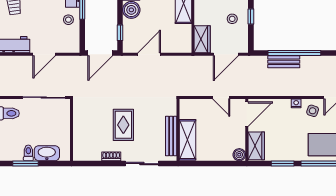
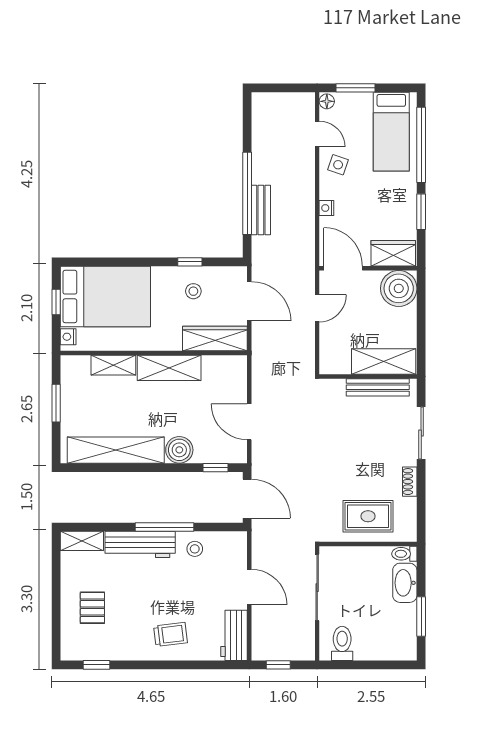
wardrobe: (202, 39) -> (215, 338), width x1.50
nightstand: (296, 103) -> (326, 208), moved
rug: (123, 125) -> (368, 516), moved
toilet: (28, 153) -> (404, 554), moved
boiler: (239, 155) -> (399, 288), width x1.86, depth x1.86

